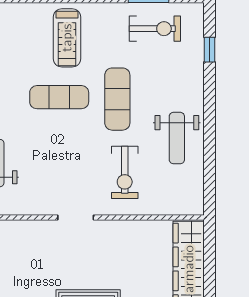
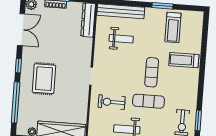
treadmill: (67, 38) -> (184, 60), moved

